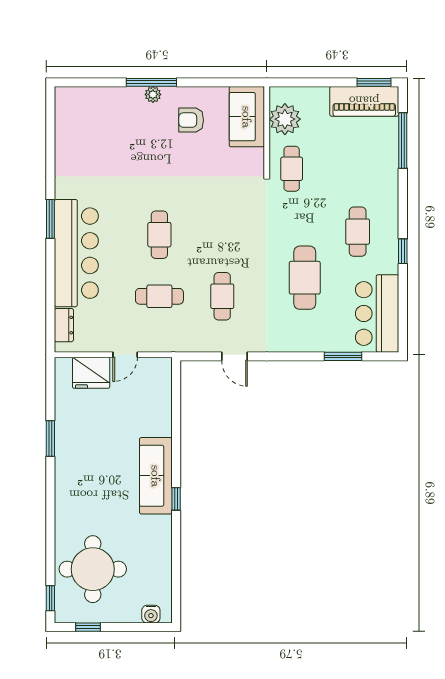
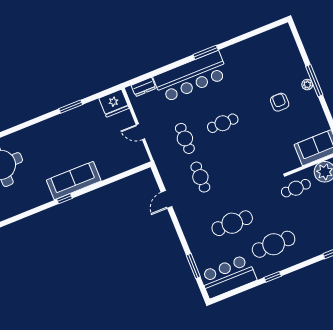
armchair: (191, 120) -> (280, 102), moved
cafe table: (358, 232) -> (274, 244), width x1.37, depth x1.35
cafe table: (222, 296) -> (200, 177), turned 90
fridge: (91, 373) -> (114, 103), moved, turned -90

